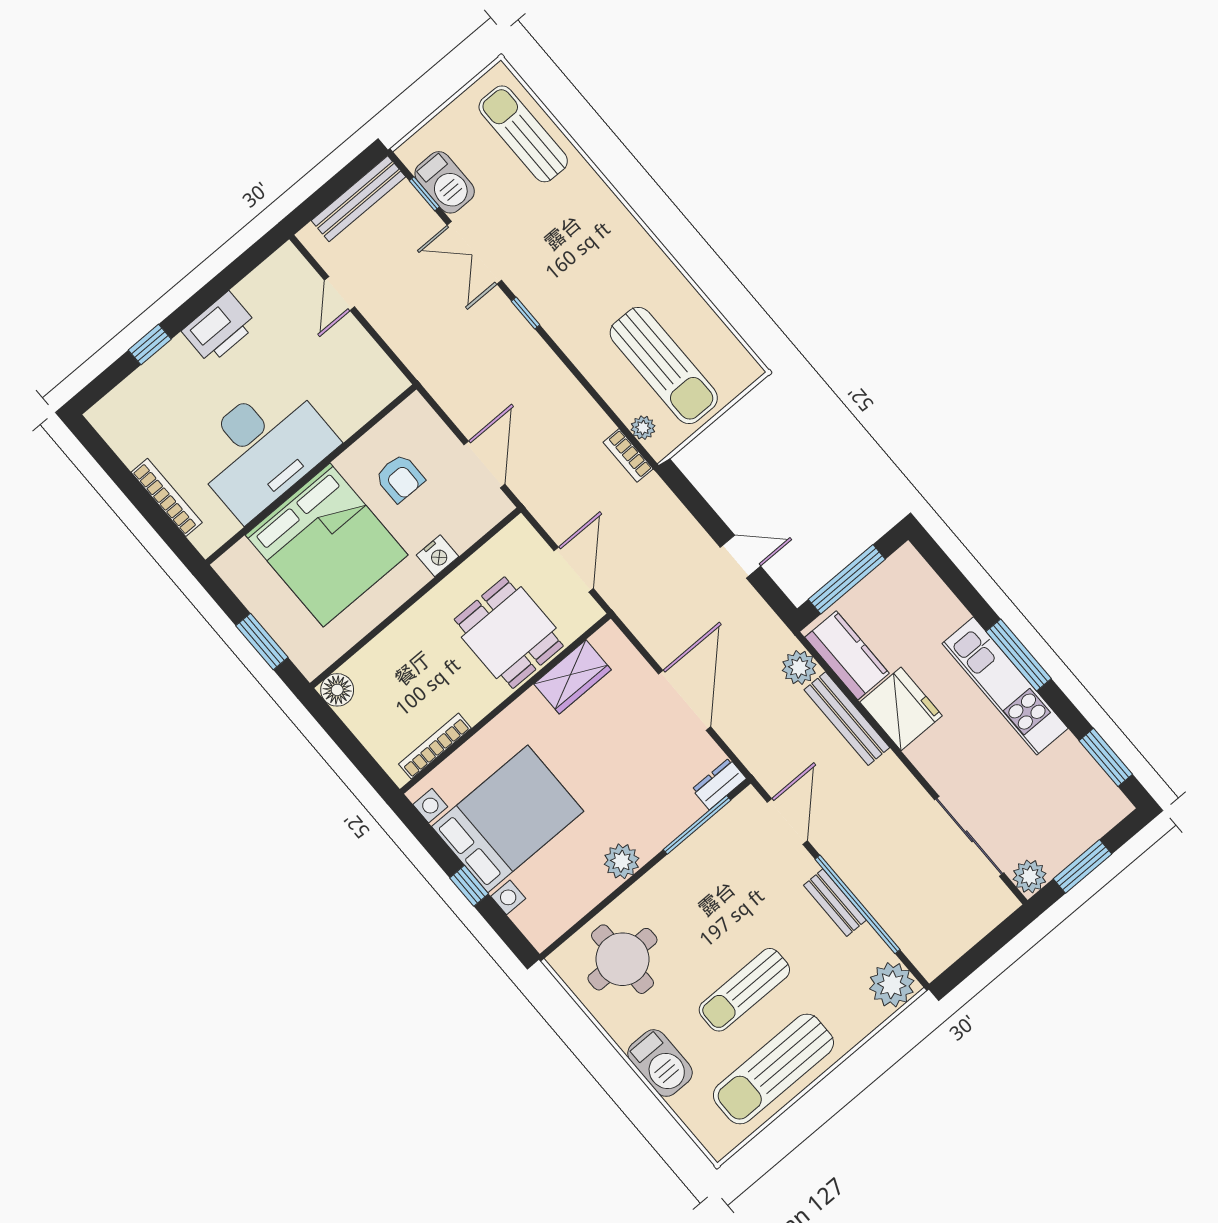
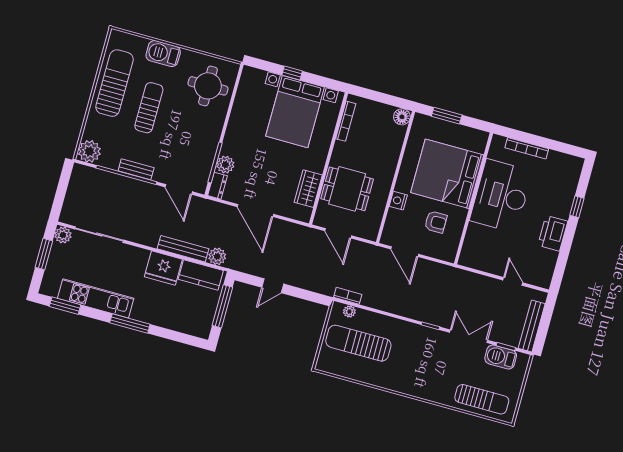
armchair: (400, 478) -> (436, 222), turned 180
kitchen unit: (1005, 686) -> (96, 298), moved
plant: (622, 861) -> (225, 165), moved

